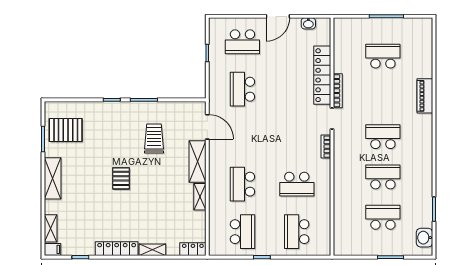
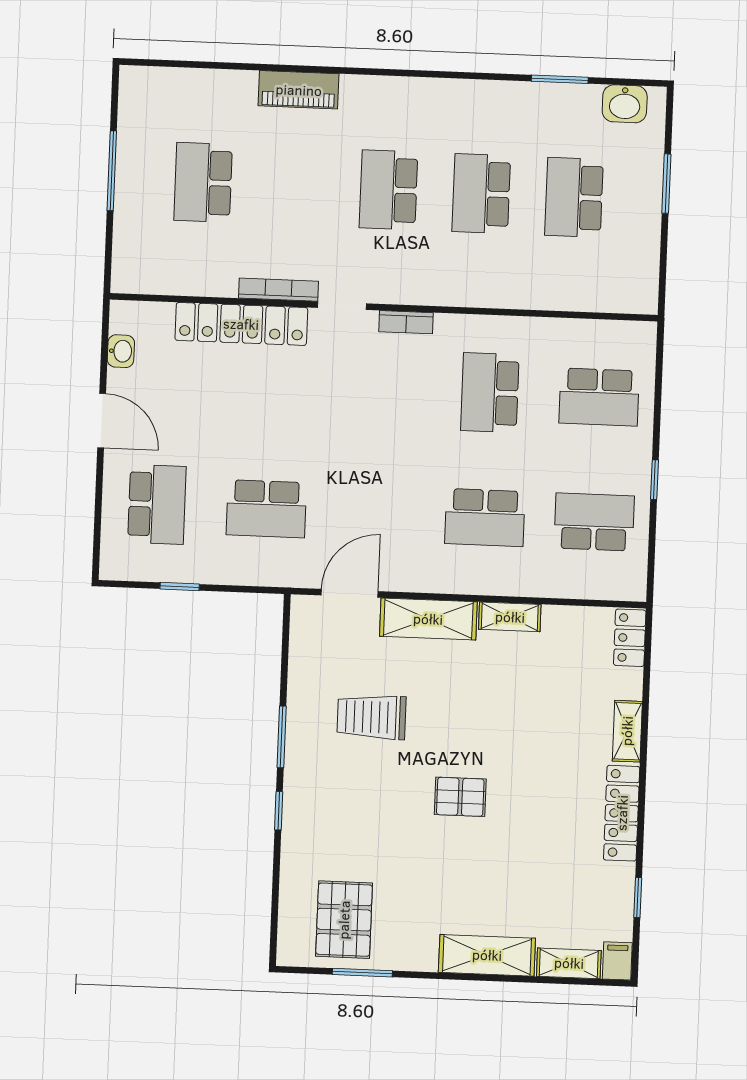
shelving: (53, 178) -> (487, 955), moved
school desk: (297, 184) -> (490, 393), turned 180

